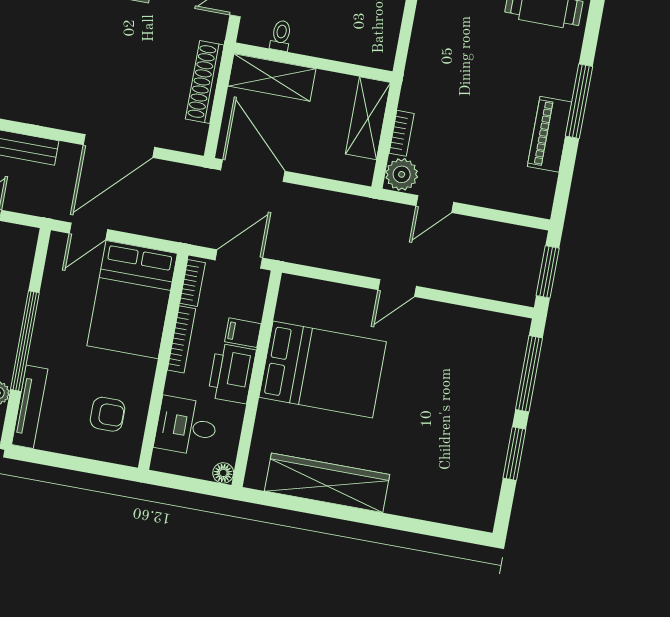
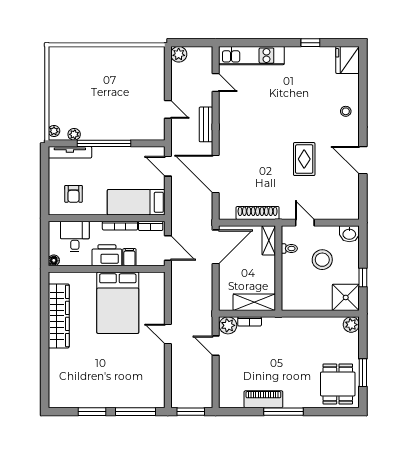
shelving: (272, 77) -> (269, 240), width x0.67, depth x0.75
bed: (132, 300) -> (136, 202), width x0.67

